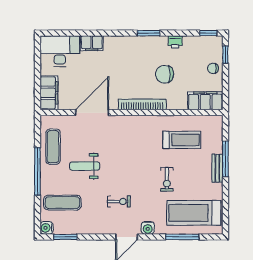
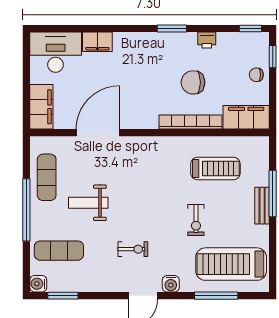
bookcase: (142, 104) -> (190, 122), moved

